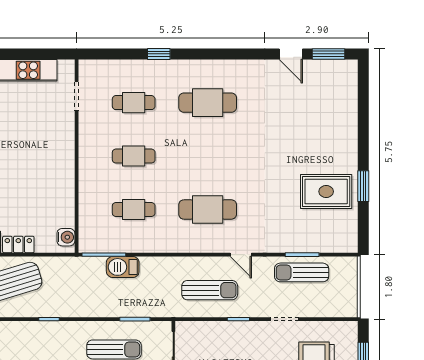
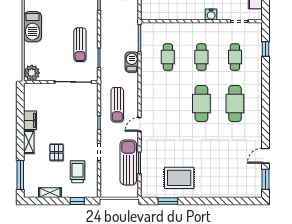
window: (159, 54) -> (265, 49), moved
window: (363, 186) -> (168, 201), moved
rug: (326, 191) -> (179, 178), turned 90
cafe table: (208, 209) -> (201, 103), moved
water cooler: (66, 237) -> (211, 15), moved
barbecue: (123, 267) -> (132, 62), moved
sun lounger: (302, 272) -> (128, 162), width x1.36, depth x1.34

